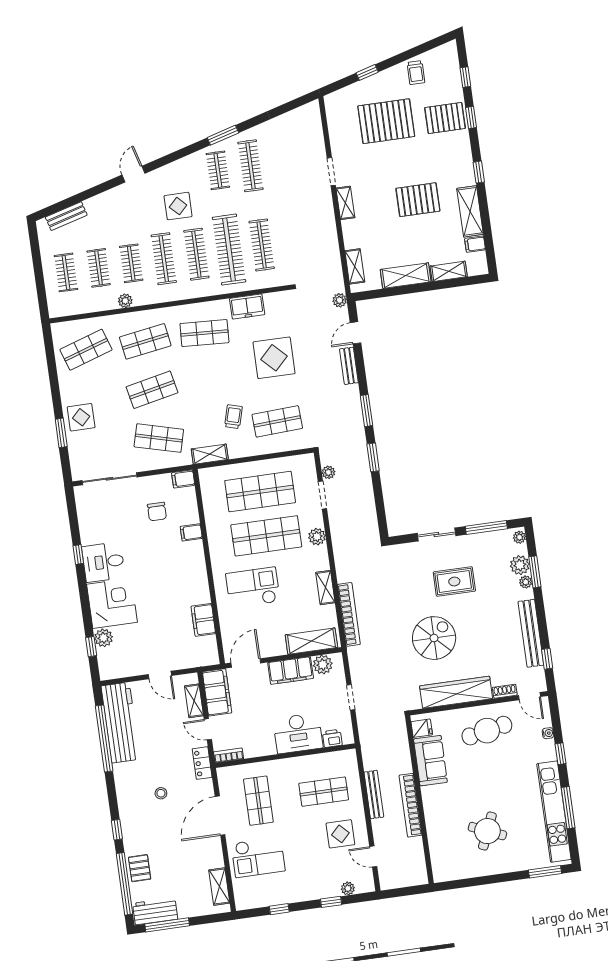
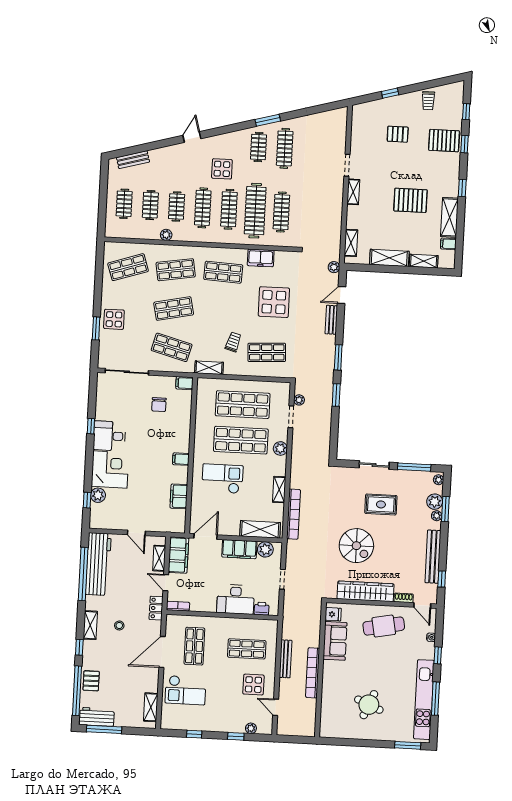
pallet: (386, 121) -> (398, 134), width x0.49, depth x0.50
filing cabinet: (191, 532) -> (181, 459), moved
spiral stairs: (434, 638) -> (356, 546), turned 90
shelving: (125, 800) -> (90, 625), added

